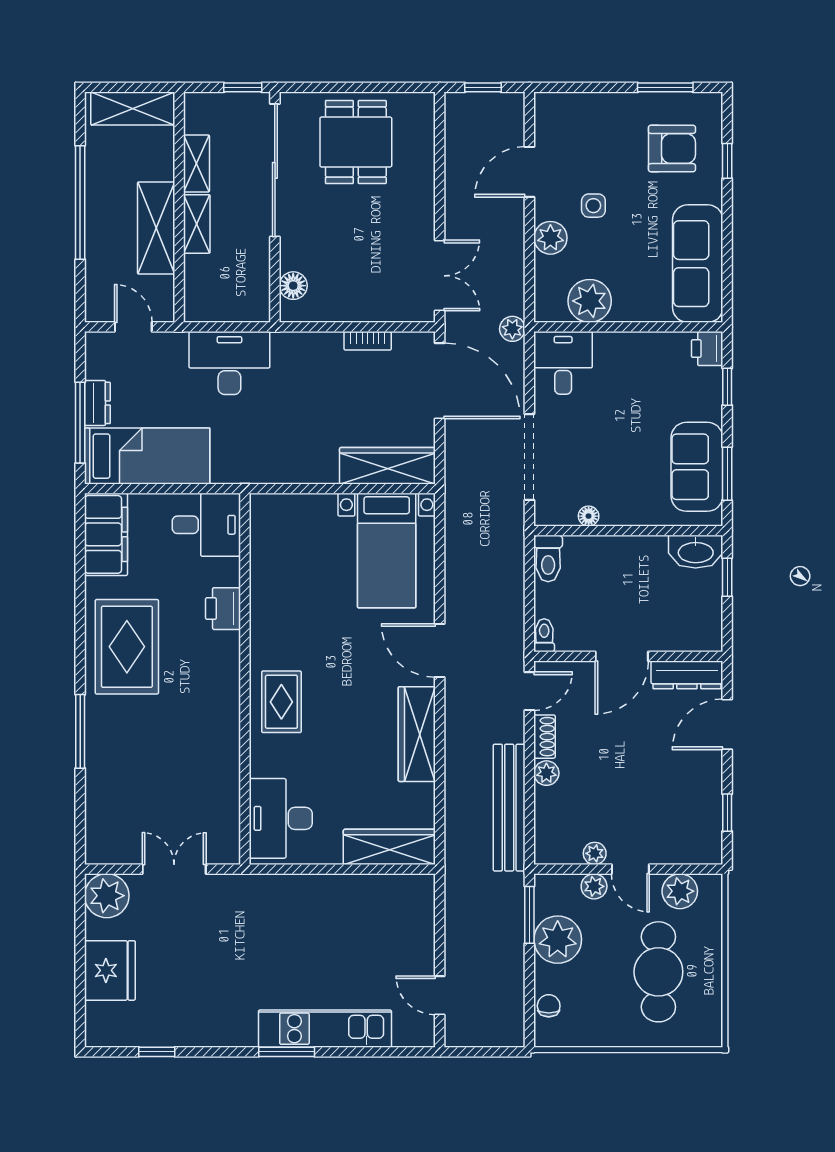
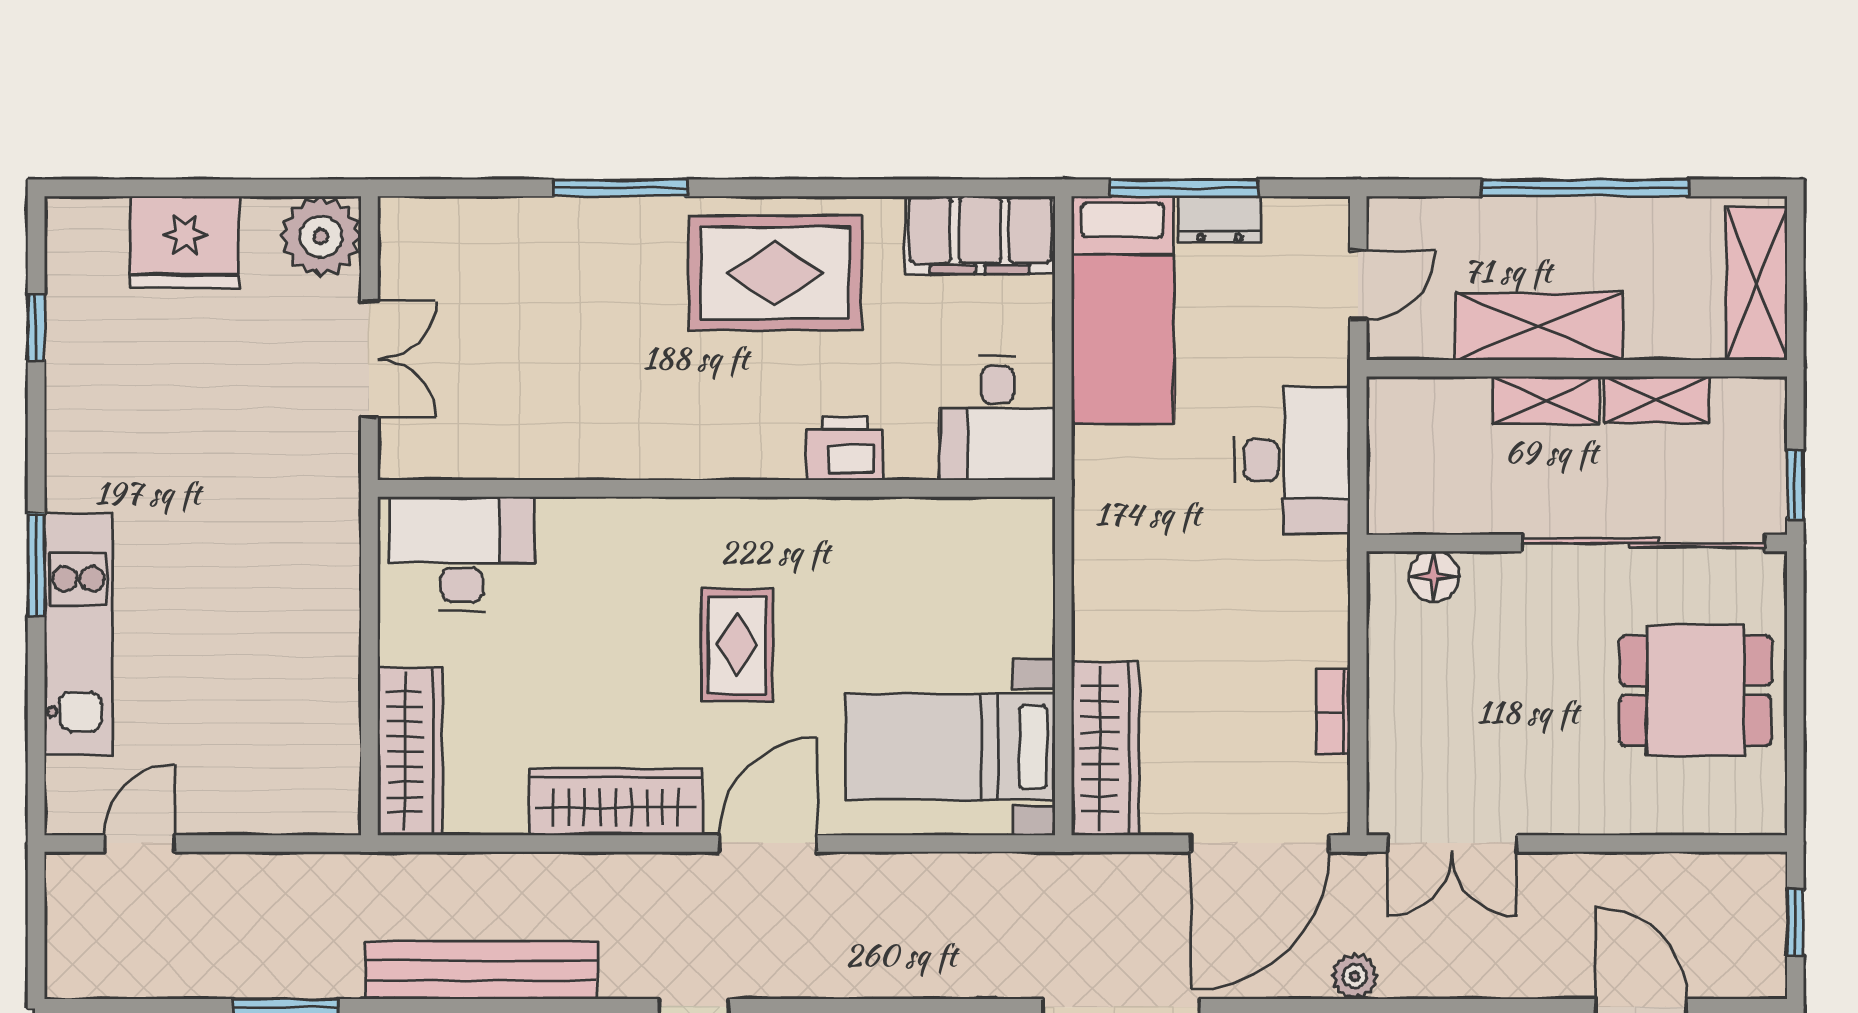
rug: (281, 702) -> (737, 645), moved, turned 90

